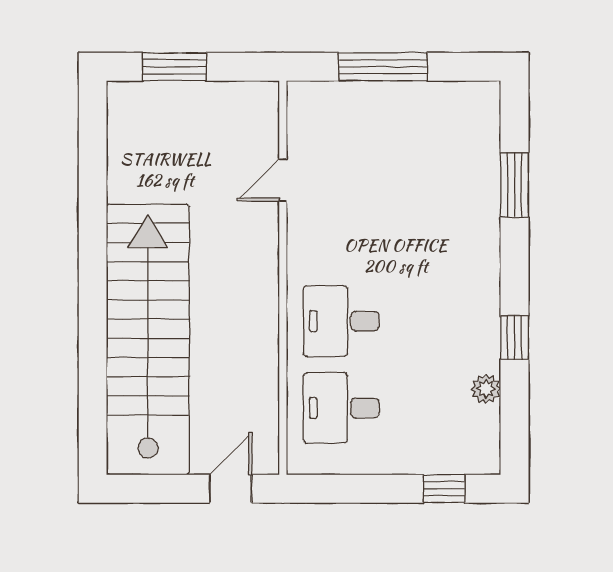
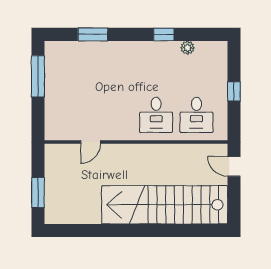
window: (383, 67) -> (38, 76), moved
door: (283, 180) -> (91, 142), hinge flipped
window: (444, 489) -> (234, 91), moved

